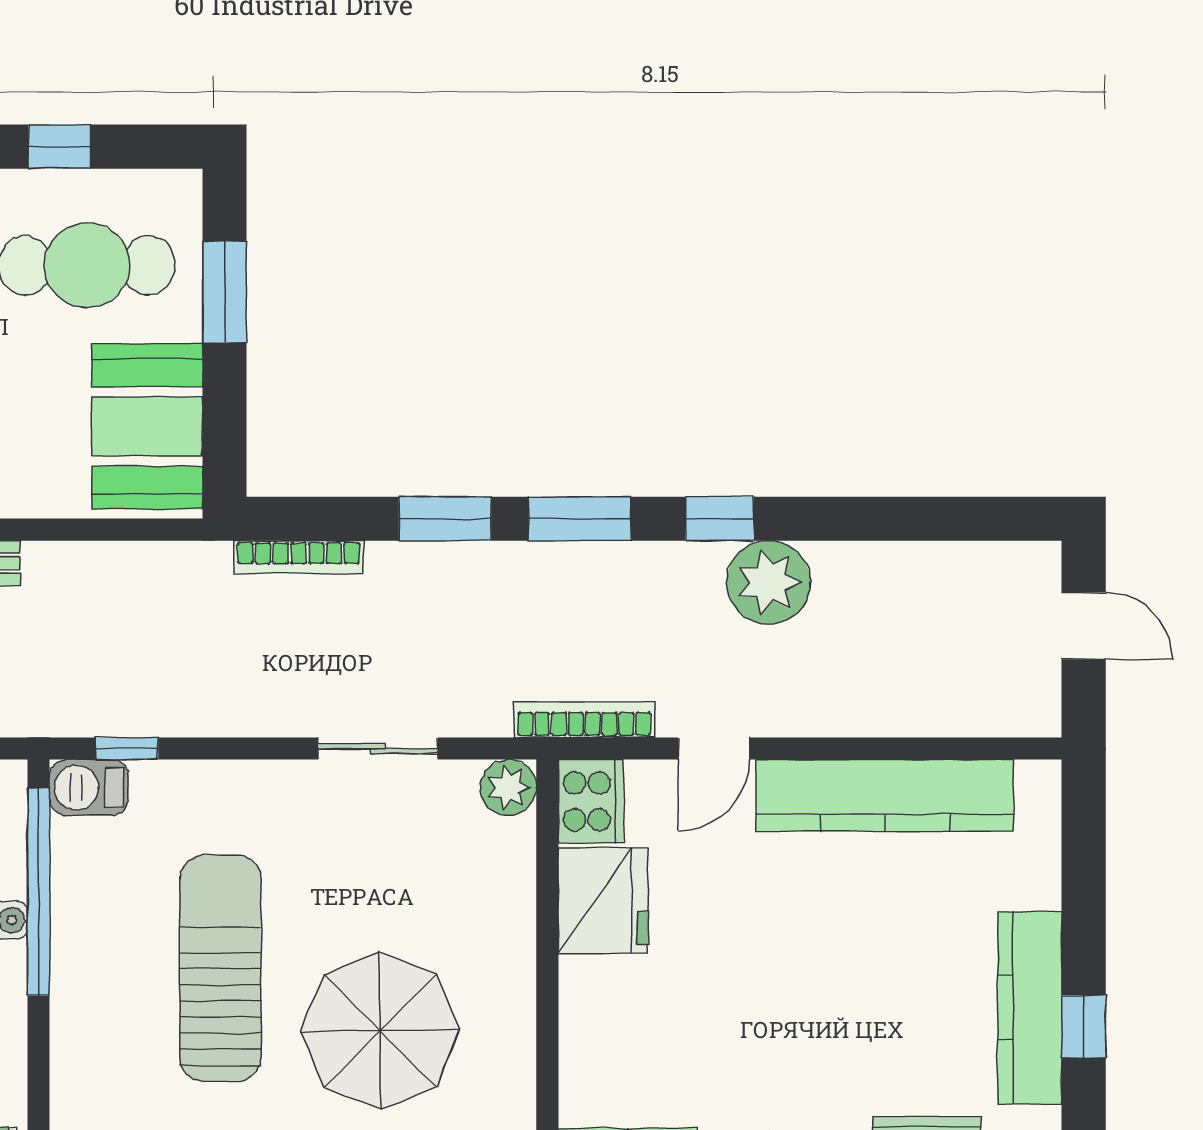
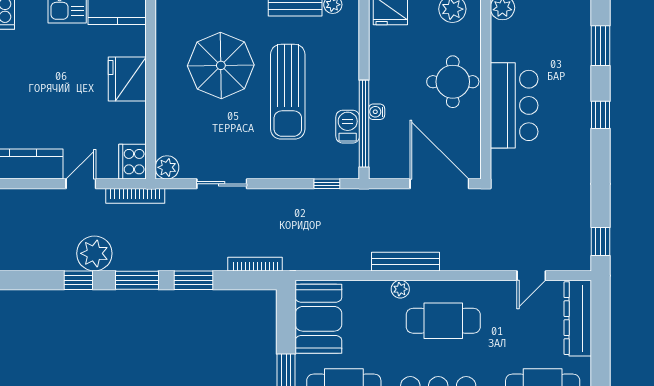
plant: (768, 582) -> (94, 253), moved
barbecue: (89, 787) -> (348, 127), moved, turned -90
fridge: (603, 900) -> (127, 79), moved

